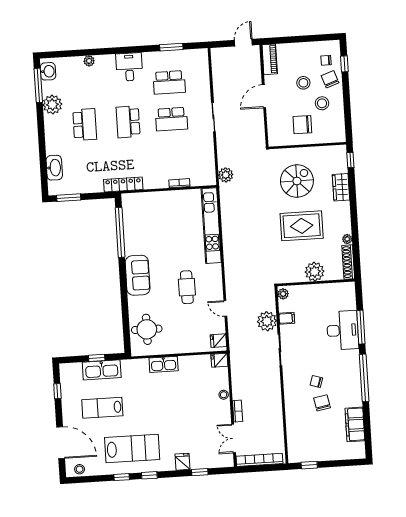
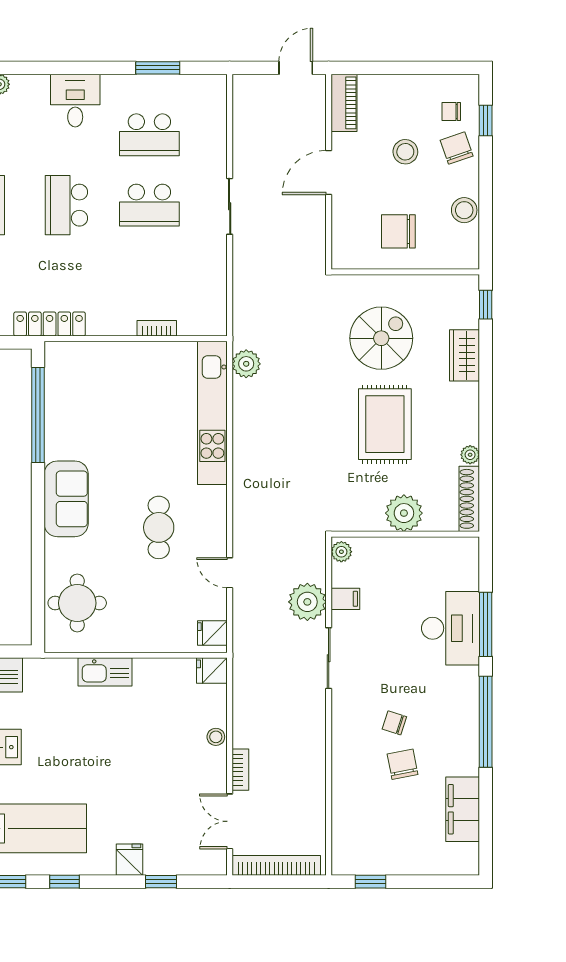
stool: (322, 103) -> (464, 210), moved
plant: (226, 175) -> (246, 364), moved
rug: (302, 226) -> (385, 424), turned 90

